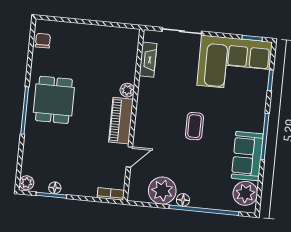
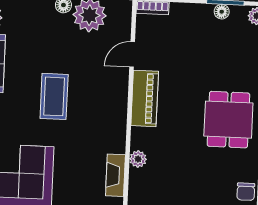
plant: (127, 90) -> (138, 159), moved
coffee table: (194, 126) -> (54, 96), width x1.36, depth x1.30

